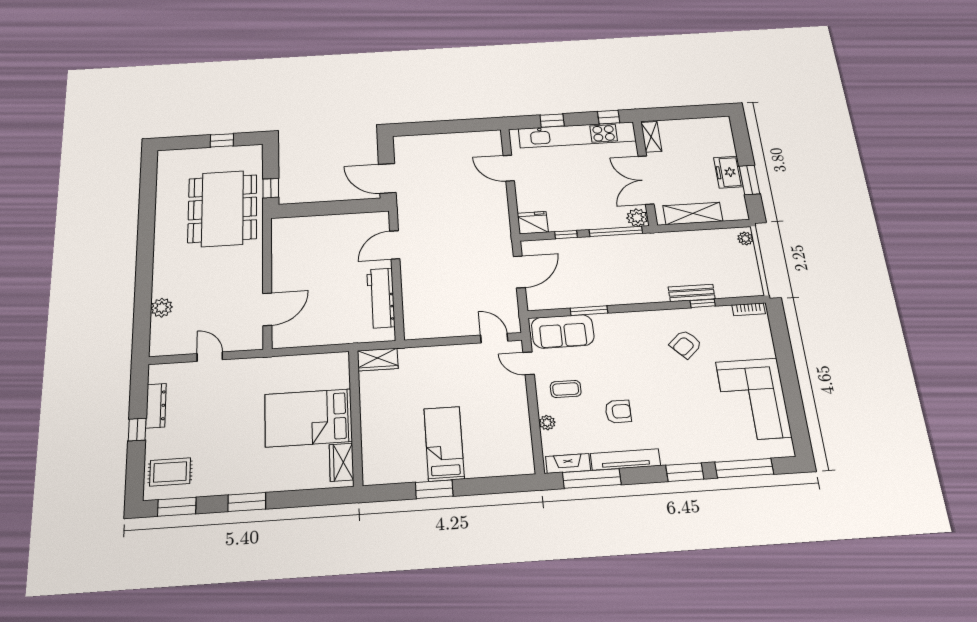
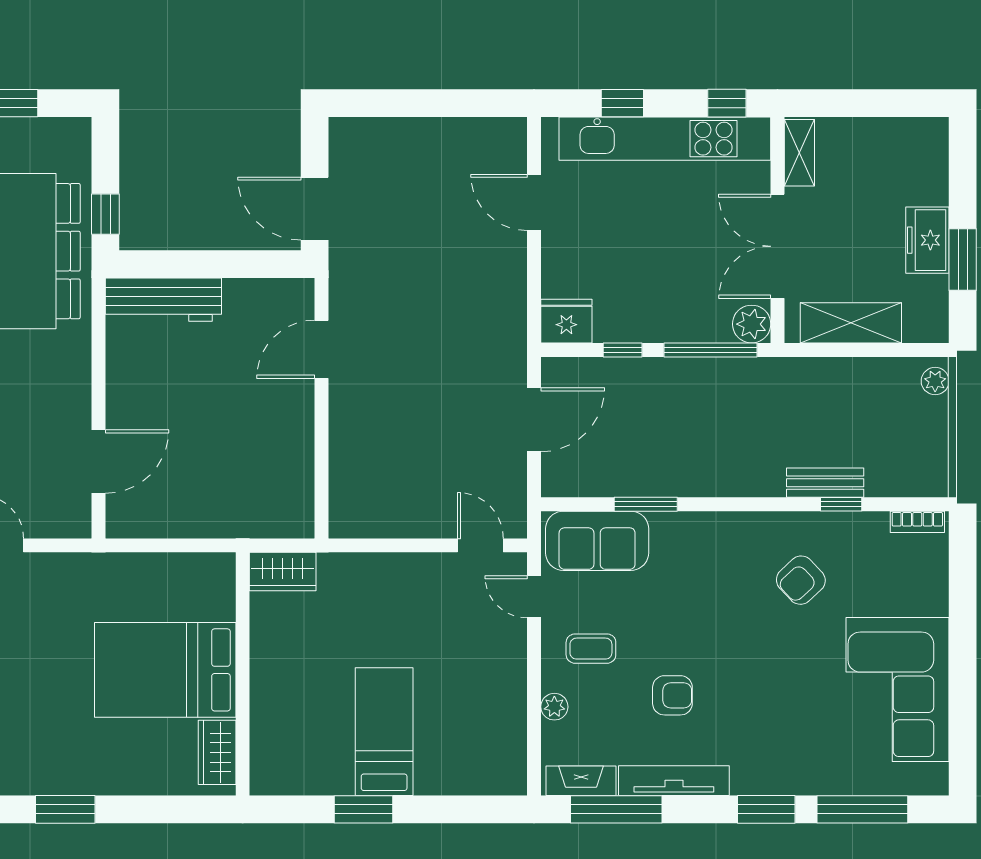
workbench: (381, 298) -> (163, 300), moved, turned -90

